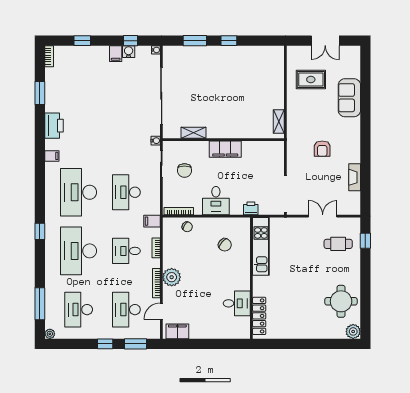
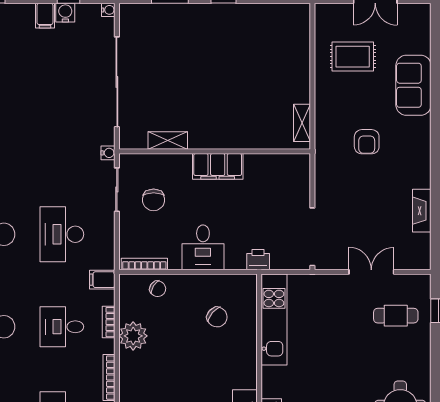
armchair: (322, 149) -> (367, 142), moved
plant: (172, 277) -> (133, 336), moved

